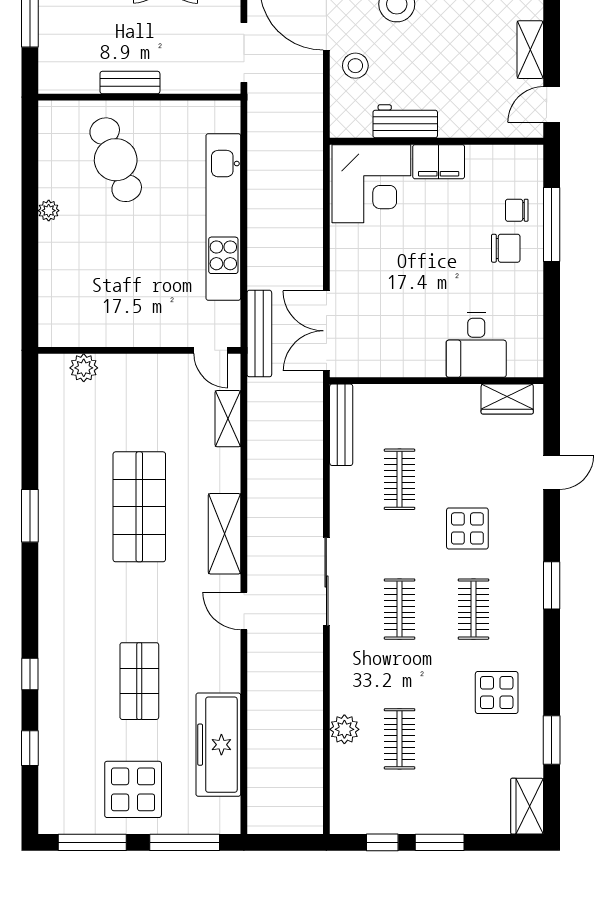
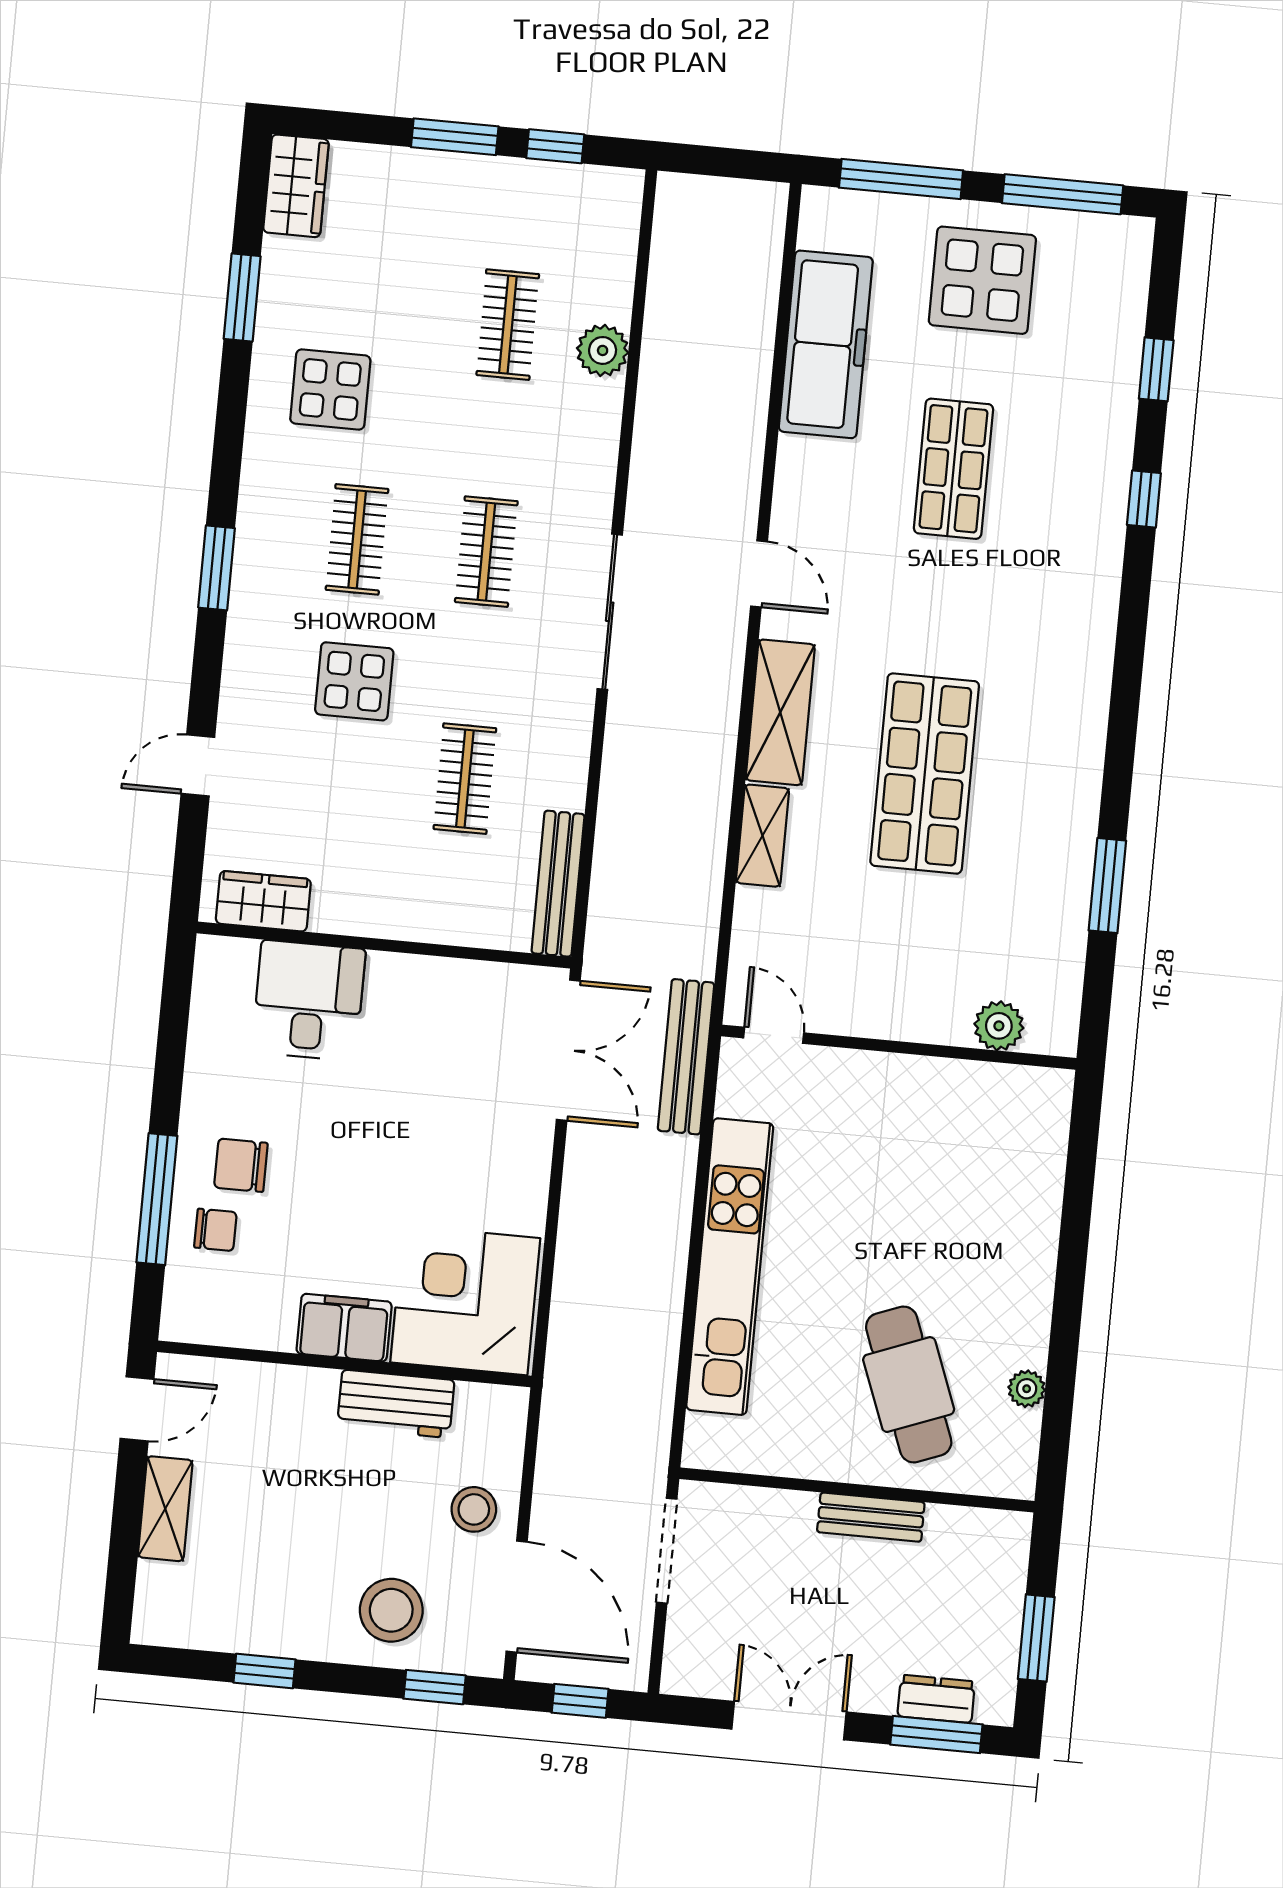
plant: (49, 211) -> (1027, 1389), moved
shelving: (228, 419) -> (763, 836), moved
window: (30, 516) -> (1107, 886), moved

